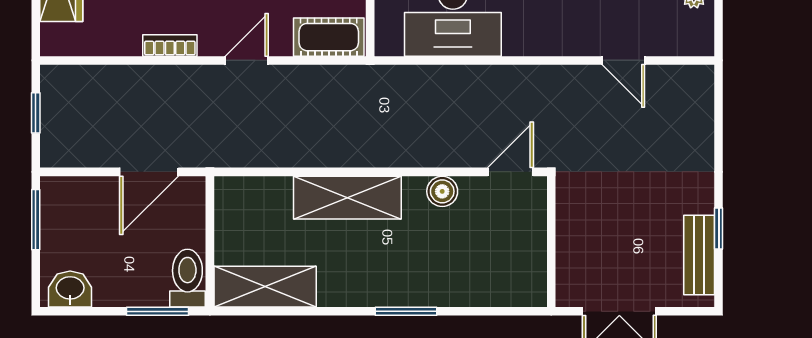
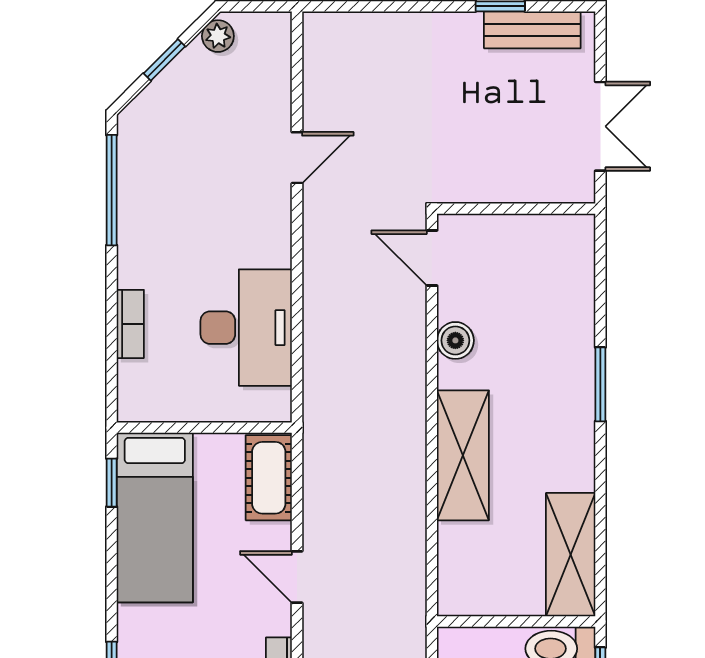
door: (623, 60) -> (297, 158), moved

